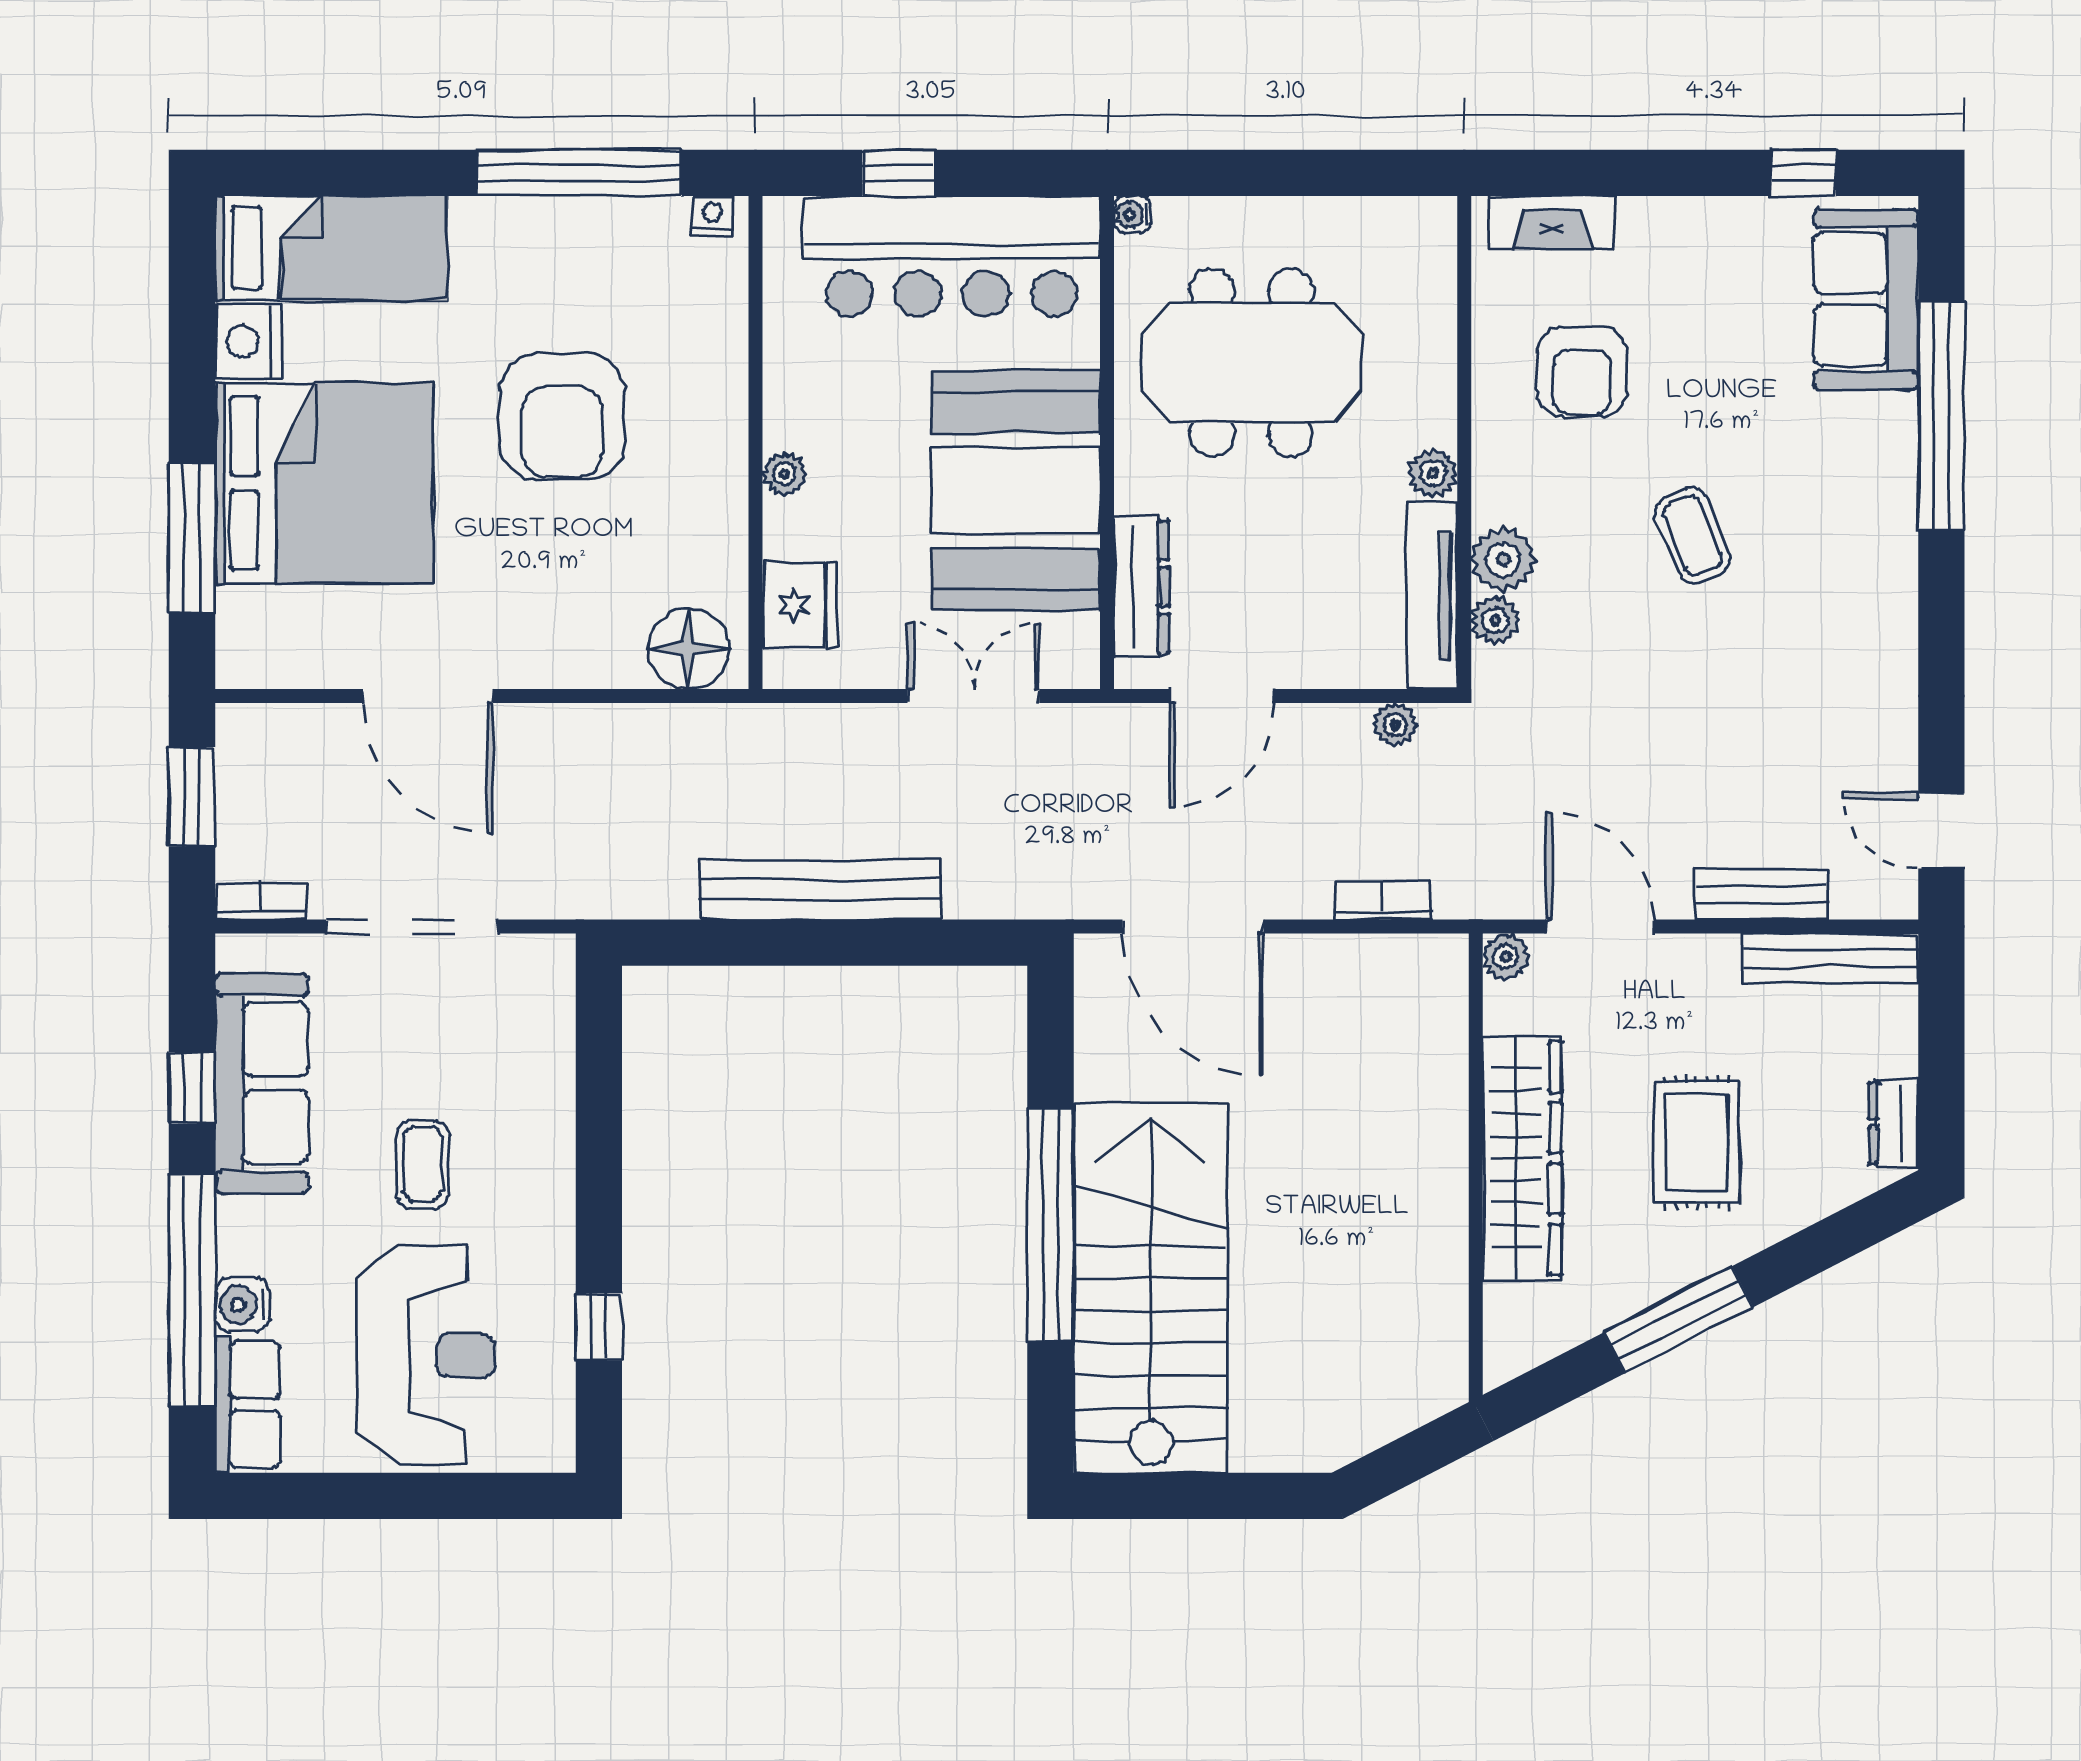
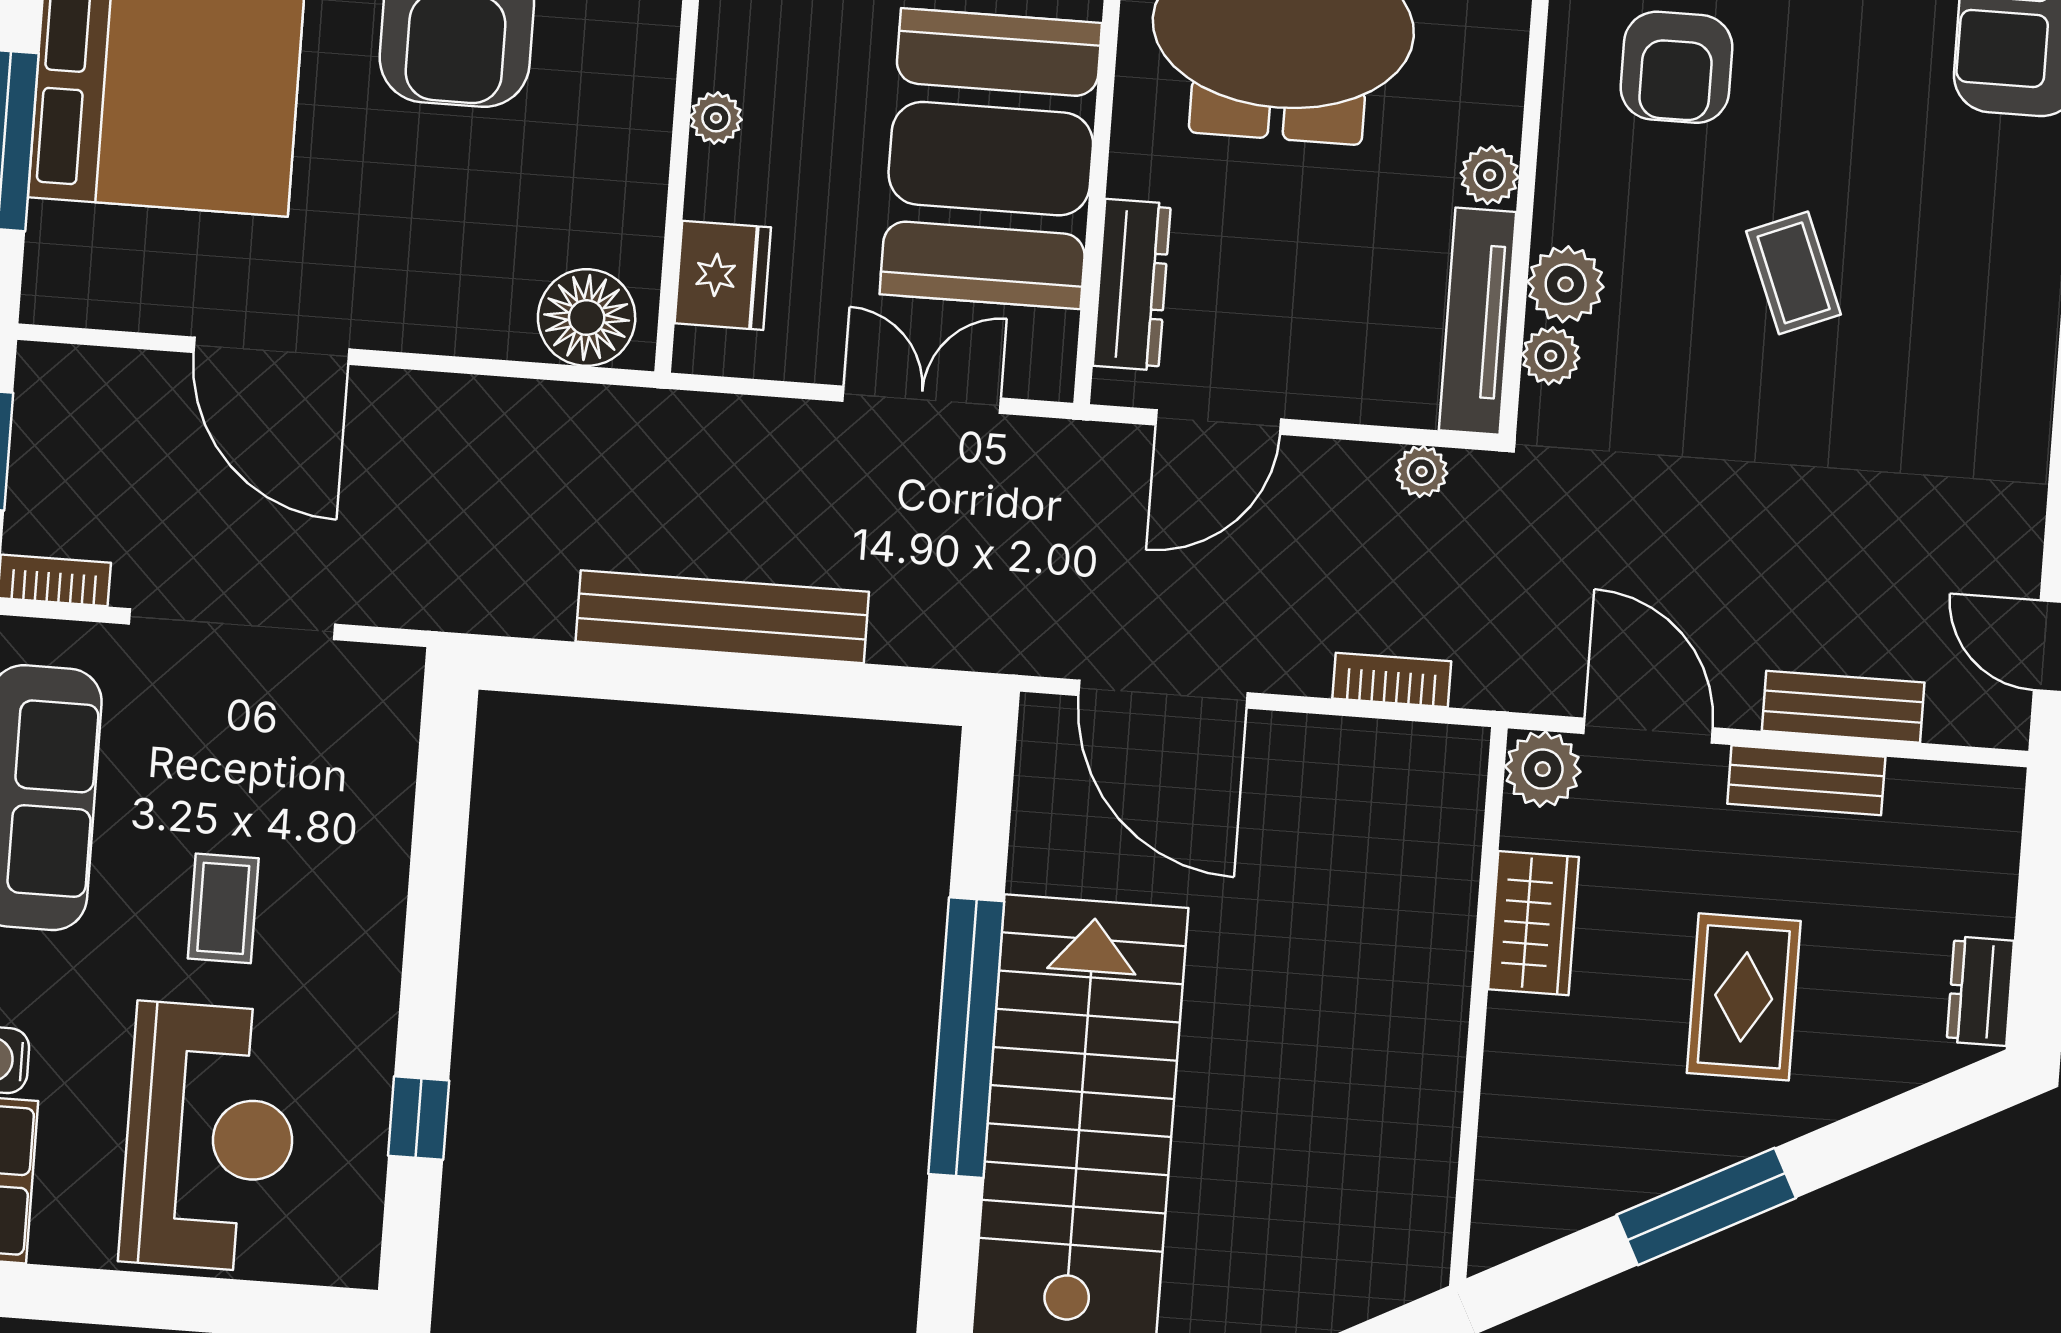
plant: (1506, 957) -> (1543, 769), width x1.38, depth x1.38
bench: (1830, 958) -> (1806, 780), moved, width x0.73
wardrobe: (1522, 1158) -> (1533, 923), width x0.48, depth x0.85

